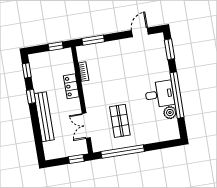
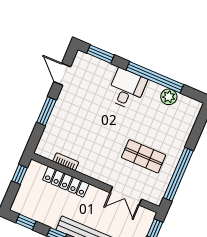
window: (93, 40) -> (46, 111), moved
locker: (71, 86) -> (66, 182), width x1.53
desk: (160, 94) -> (127, 89), moved

